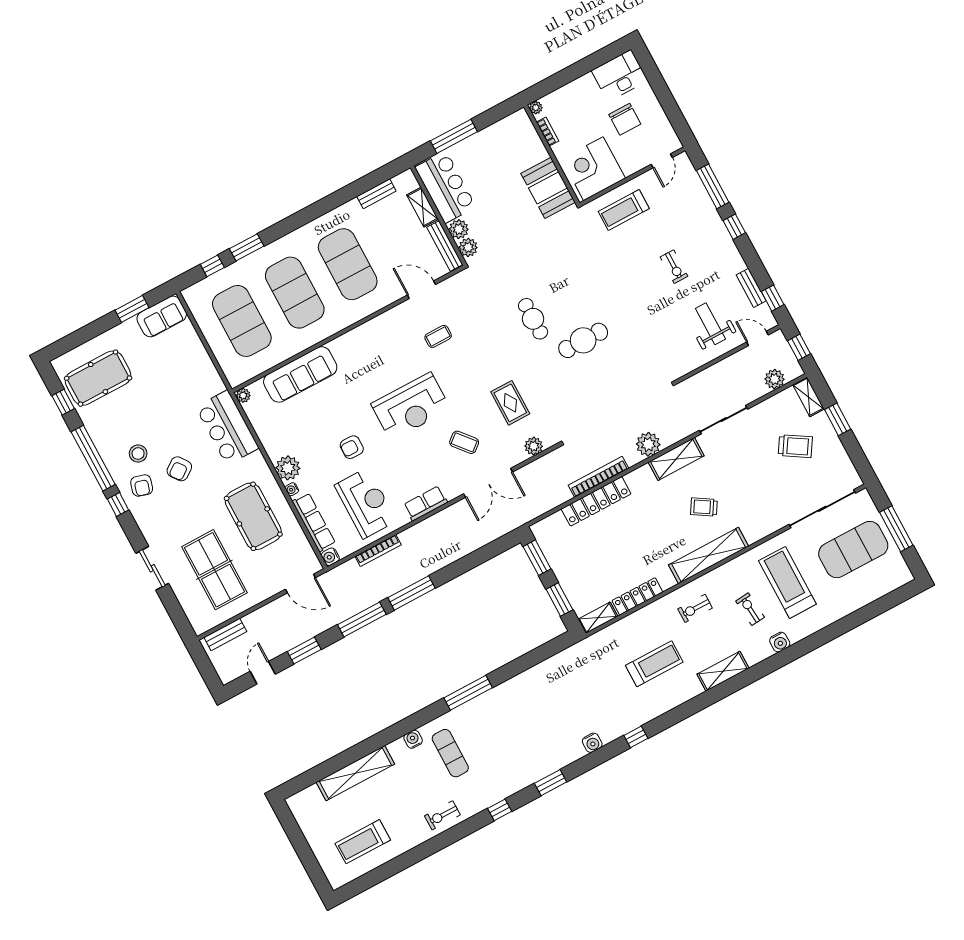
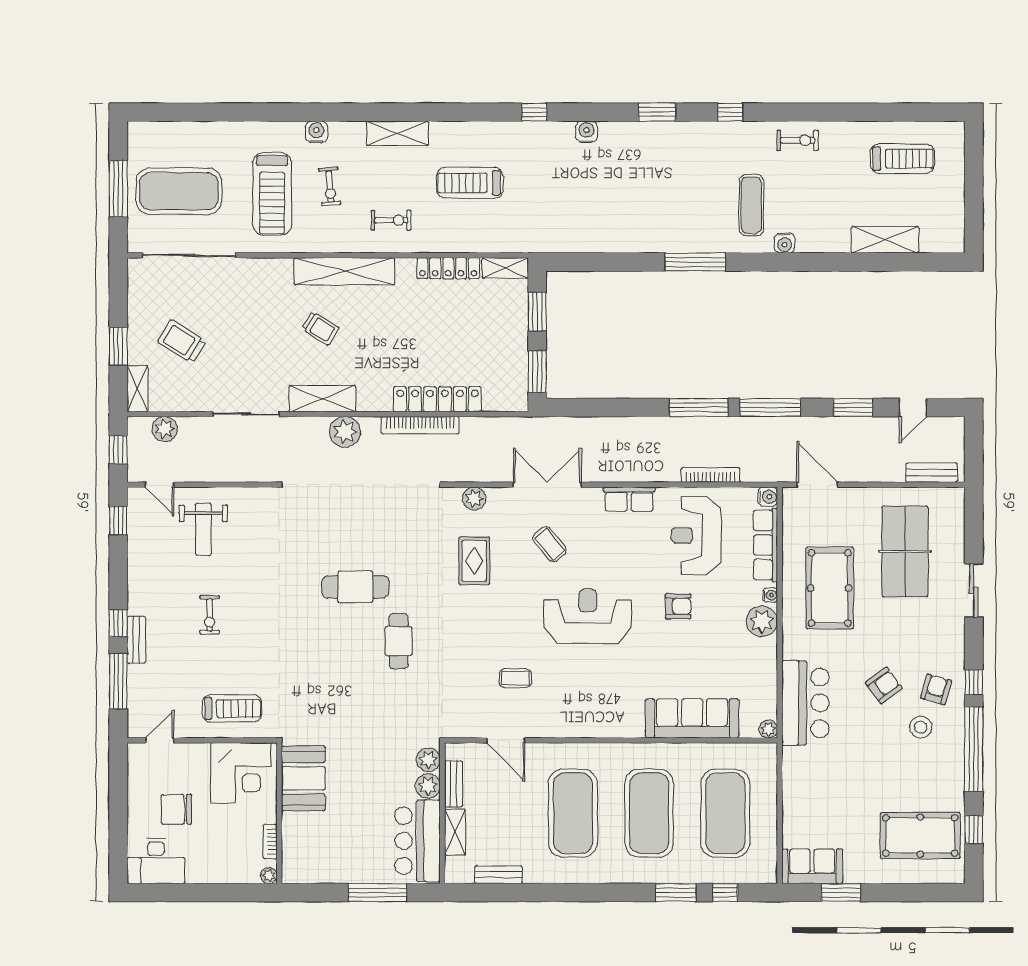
chair: (625, 119) -> (176, 809), turned -90
bench: (445, 246) -> (453, 784), width x0.73
exercise bike: (674, 267) -> (210, 615), turned 180
bench: (751, 288) -> (136, 640), moved
shelving: (355, 773) -> (885, 240), width x0.68

